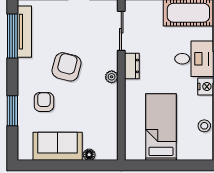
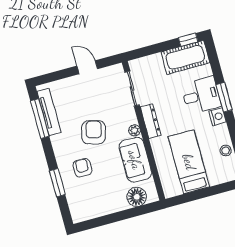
dresser: (132, 66) -> (151, 121), width x1.44
sofa: (58, 146) -> (135, 160), moved, turned -90
floor lamp: (89, 155) -> (137, 197), width x1.89, depth x1.89

